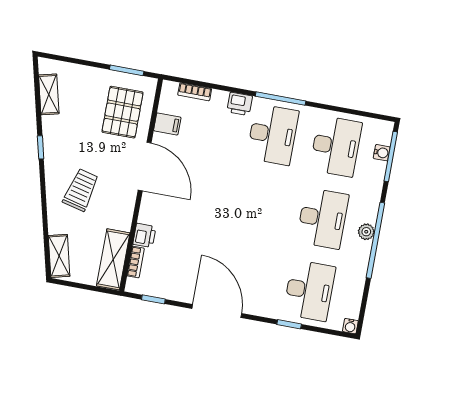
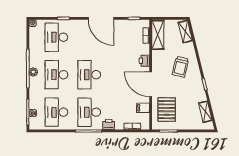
desk: (259, 207) -> (89, 75), added
printer: (144, 235) -> (144, 61), moved

